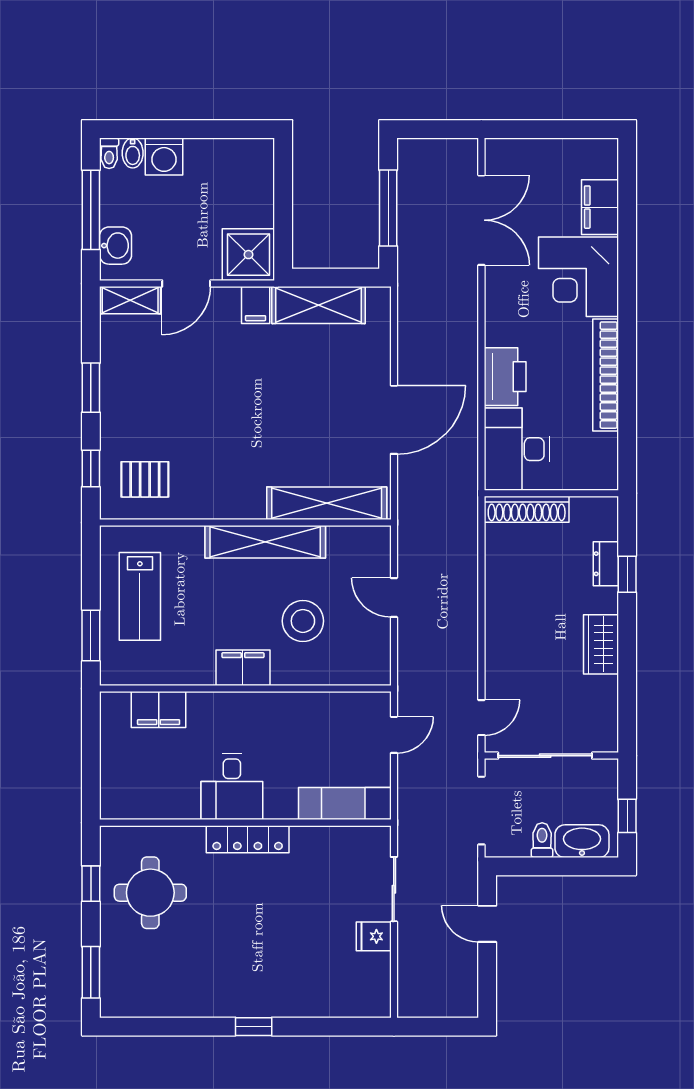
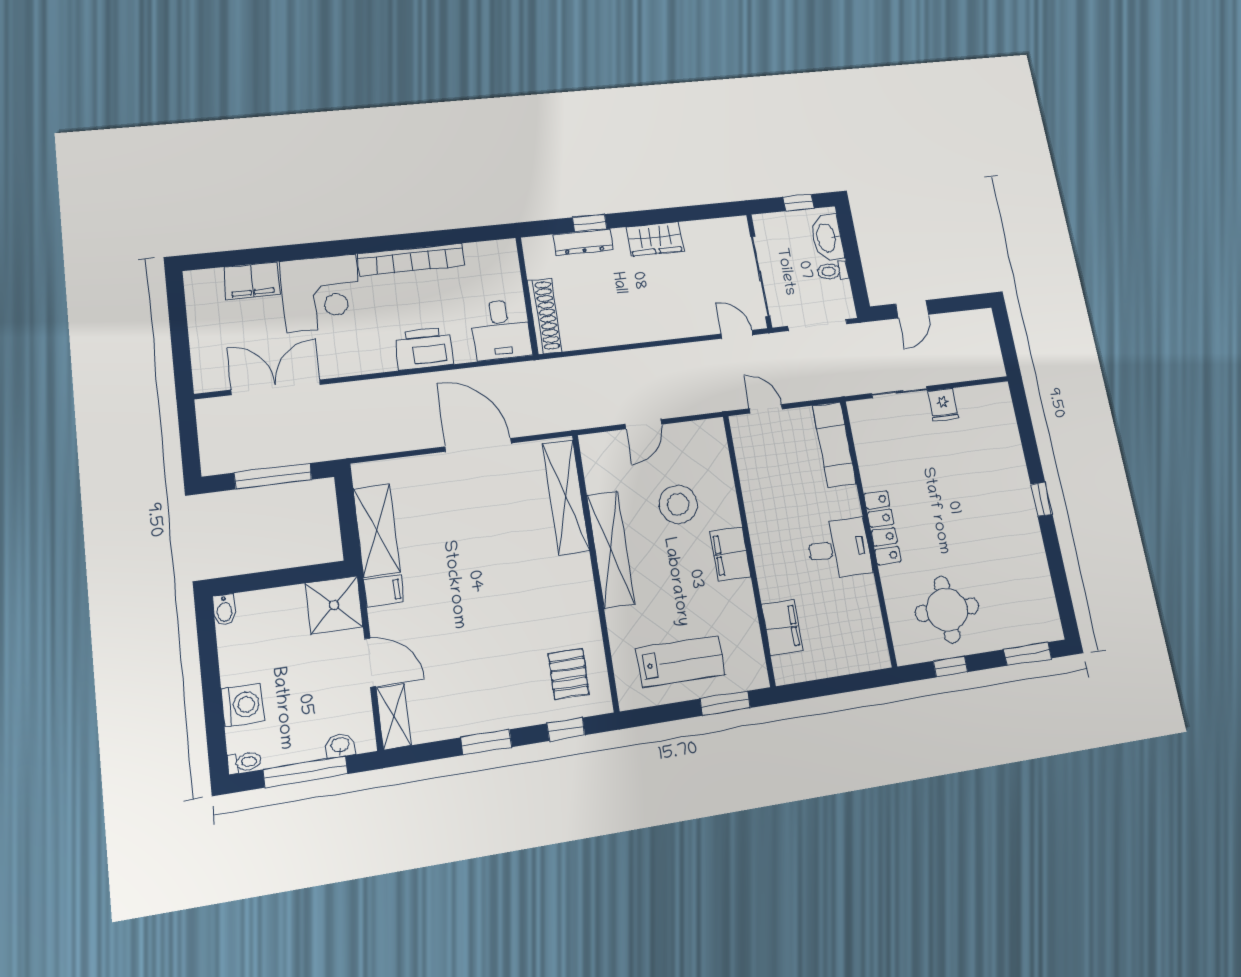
bidet: (133, 153) -> (224, 610), moved, turned 90
washbasin: (115, 246) -> (340, 745), width x0.72, depth x0.69
desk: (517, 449) -> (501, 329), width x0.73
dresser: (606, 564) -> (583, 242), width x1.44

